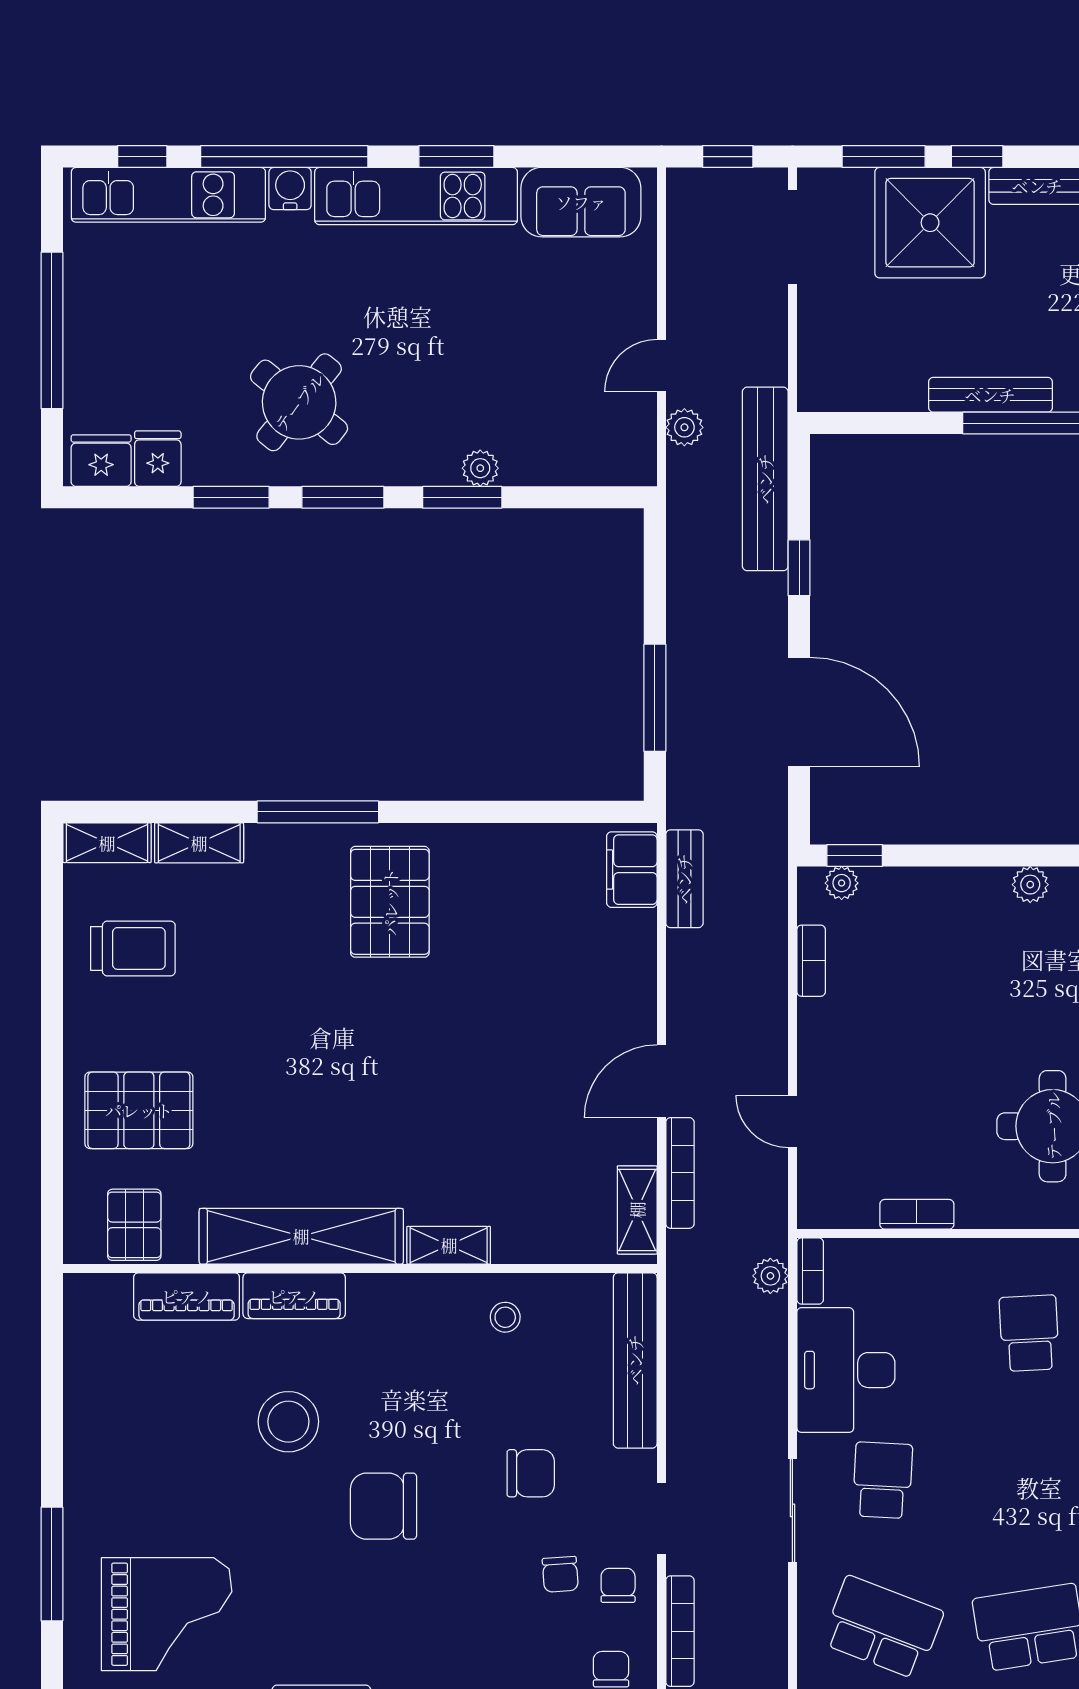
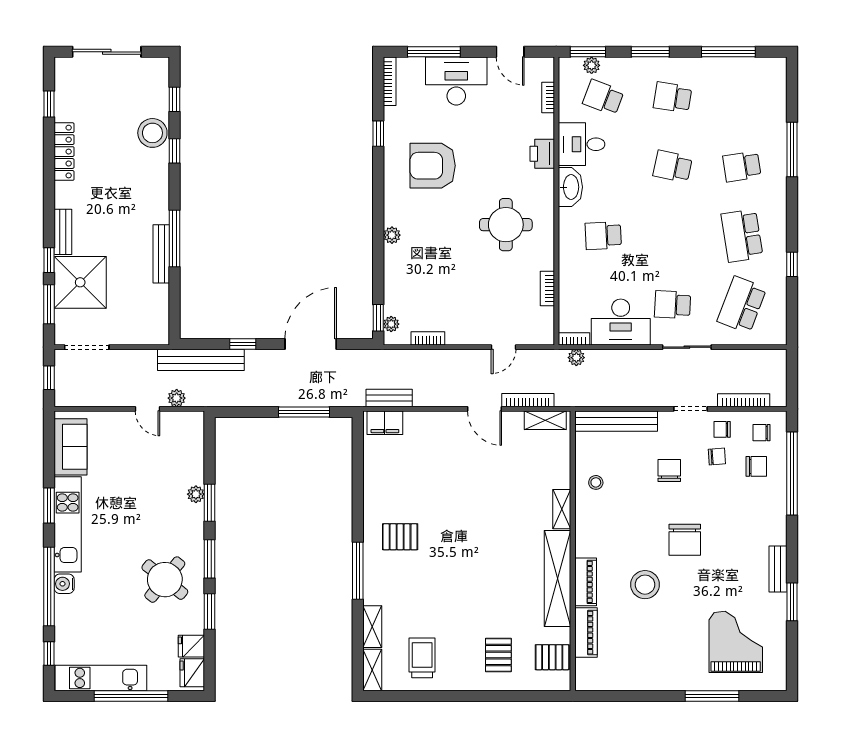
kitchen unit: (168, 195) -> (101, 678), moved, turned -90
pallet: (390, 902) -> (400, 537), width x0.67, depth x0.71
pallet: (139, 1110) -> (498, 655), width x0.67, depth x0.71
chair: (539, 1658) -> (756, 466), added

